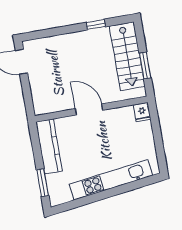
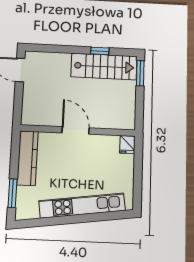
stairs: (127, 56) -> (104, 67), moved, turned -90
window: (145, 65) -> (140, 73), moved

